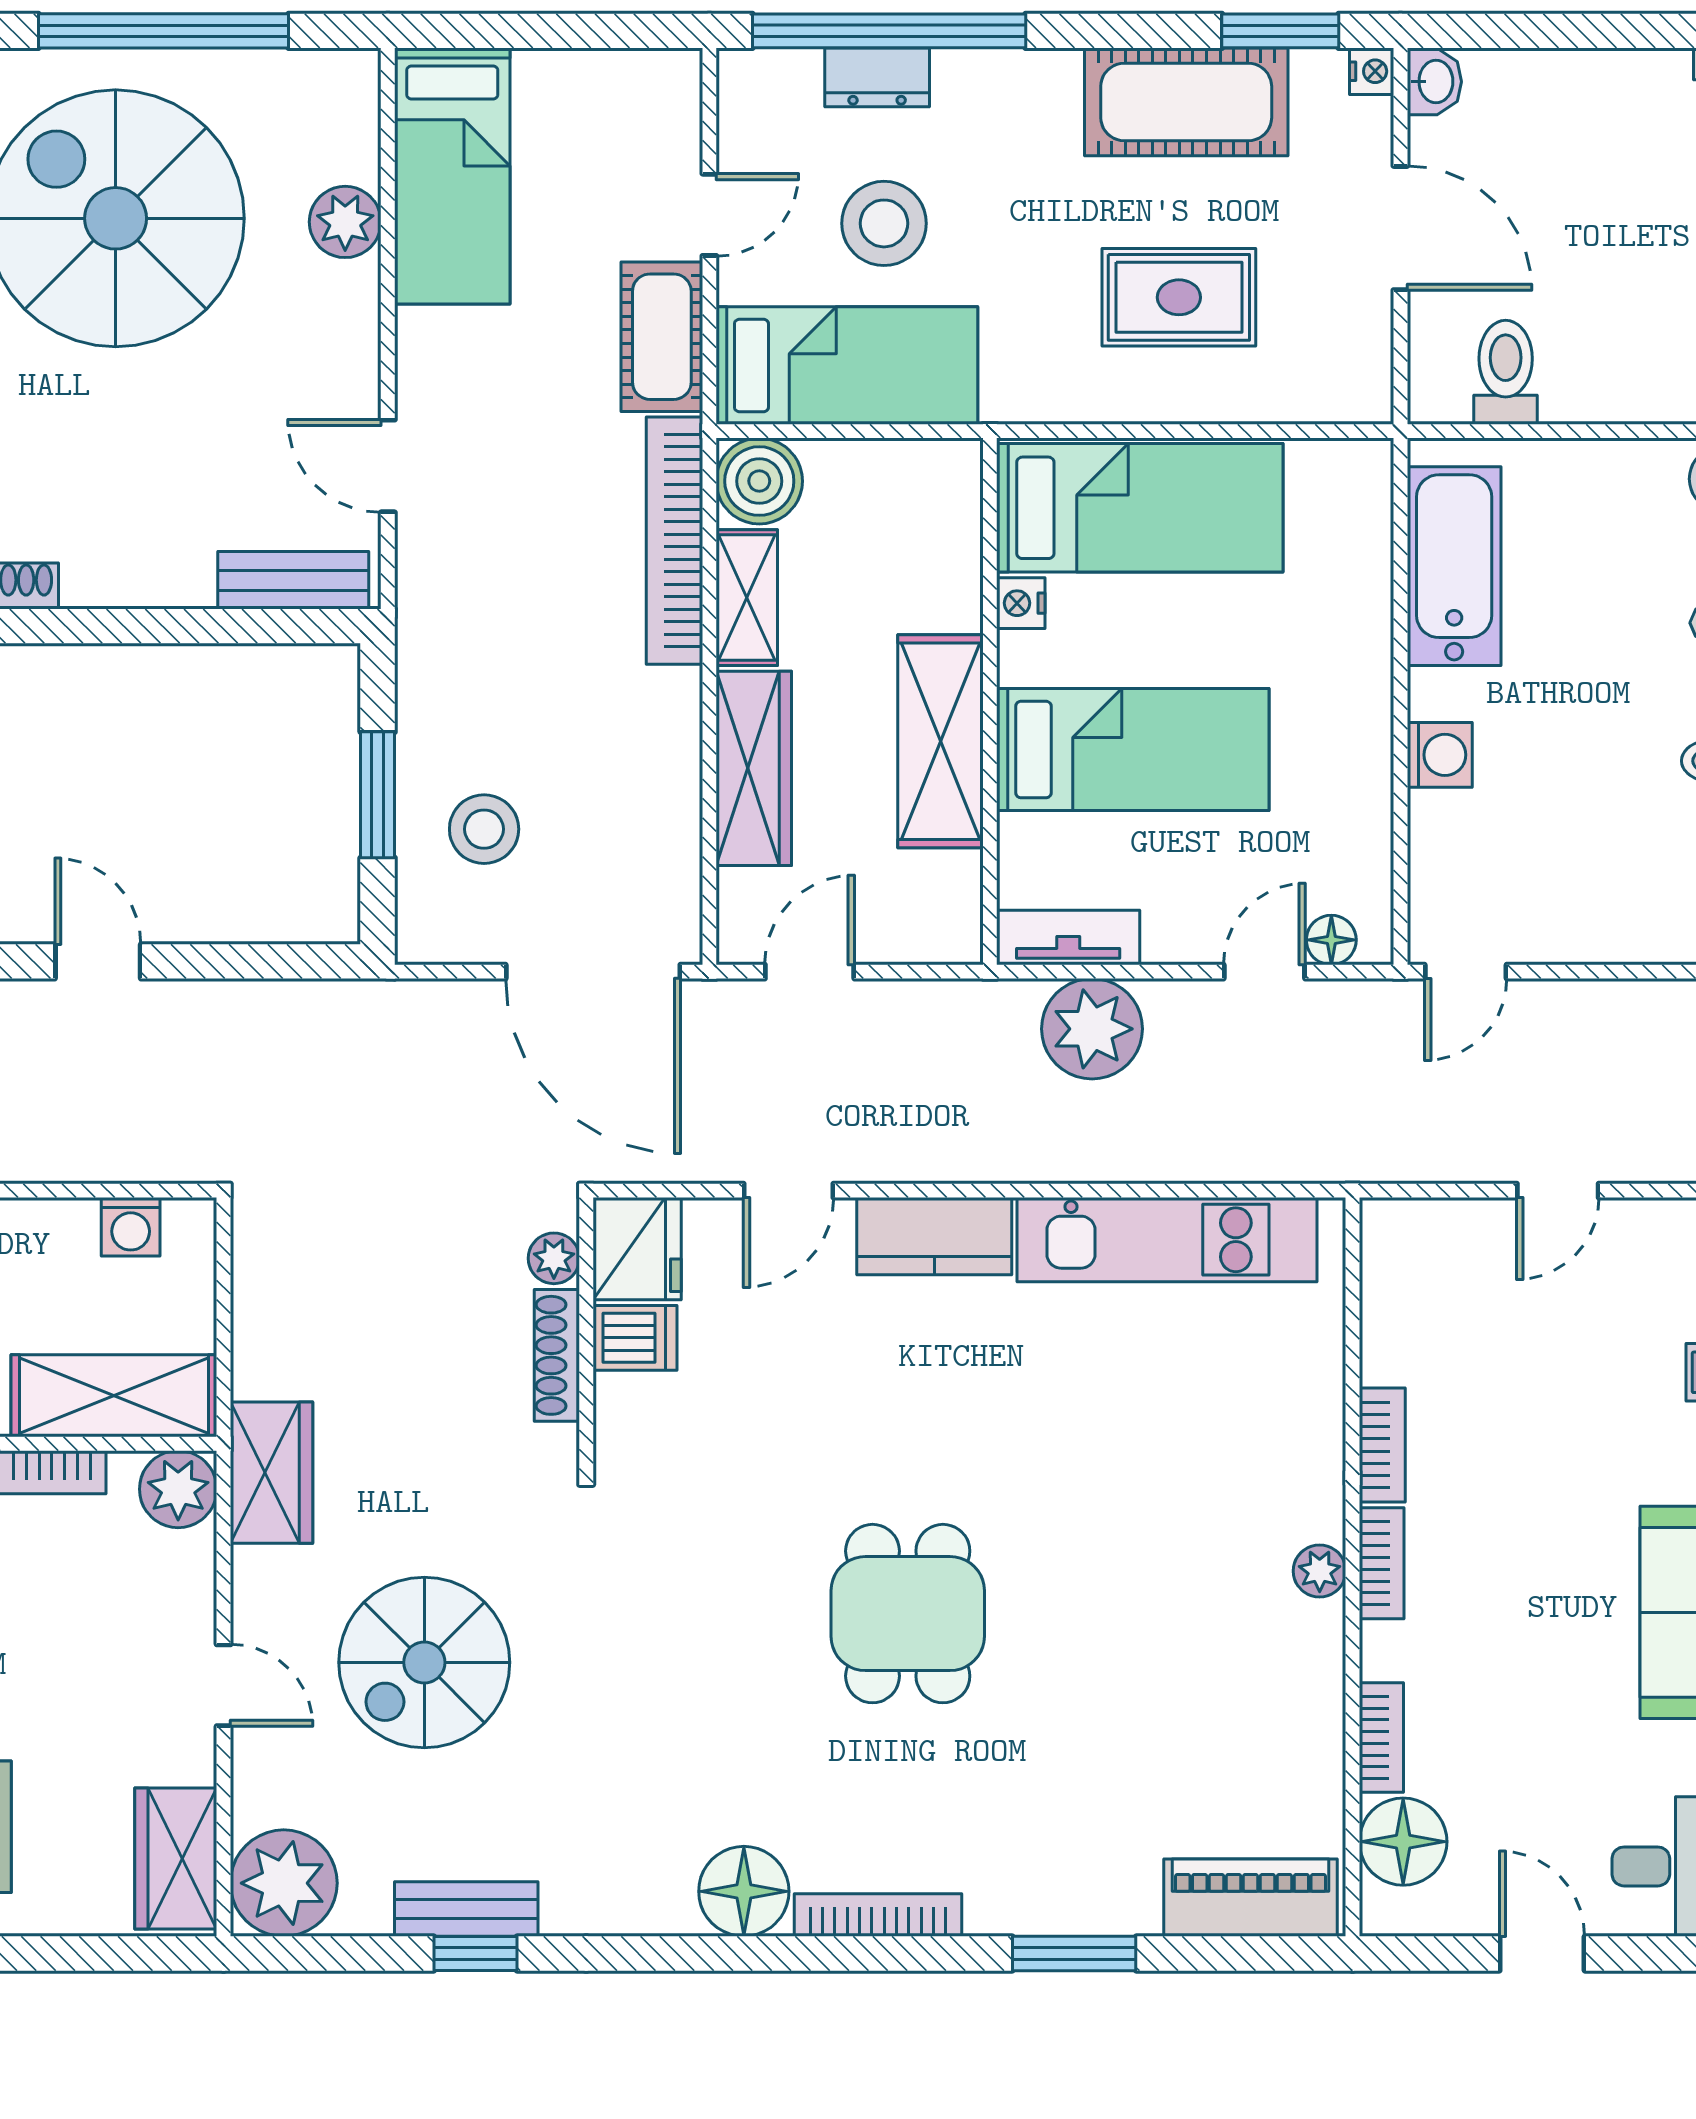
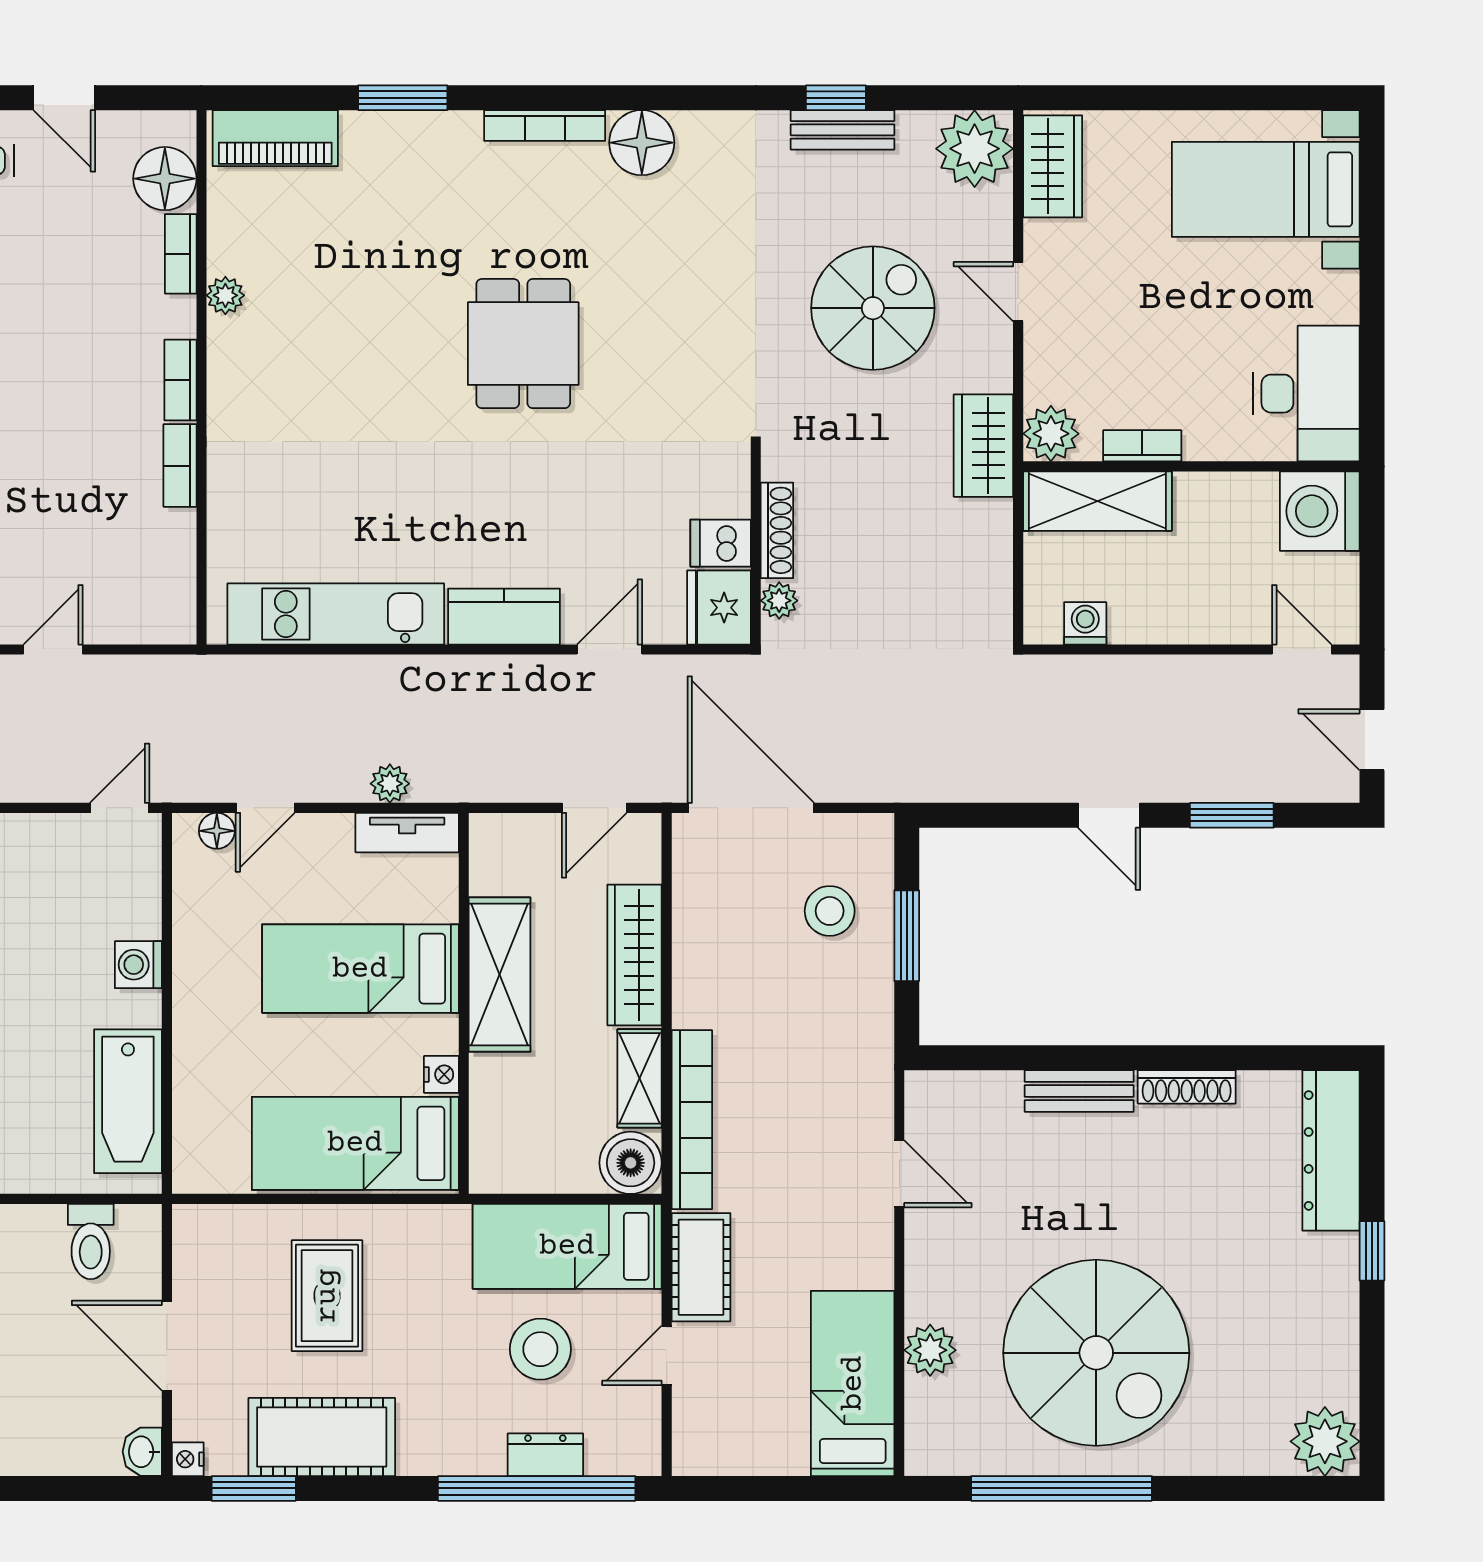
rug: (1179, 297) -> (327, 1296), turned 90
bench: (293, 580) -> (1079, 1091), moved
plant: (1092, 1029) -> (390, 784), width x0.53, depth x0.53
plant: (1320, 1571) -> (225, 295), moved

